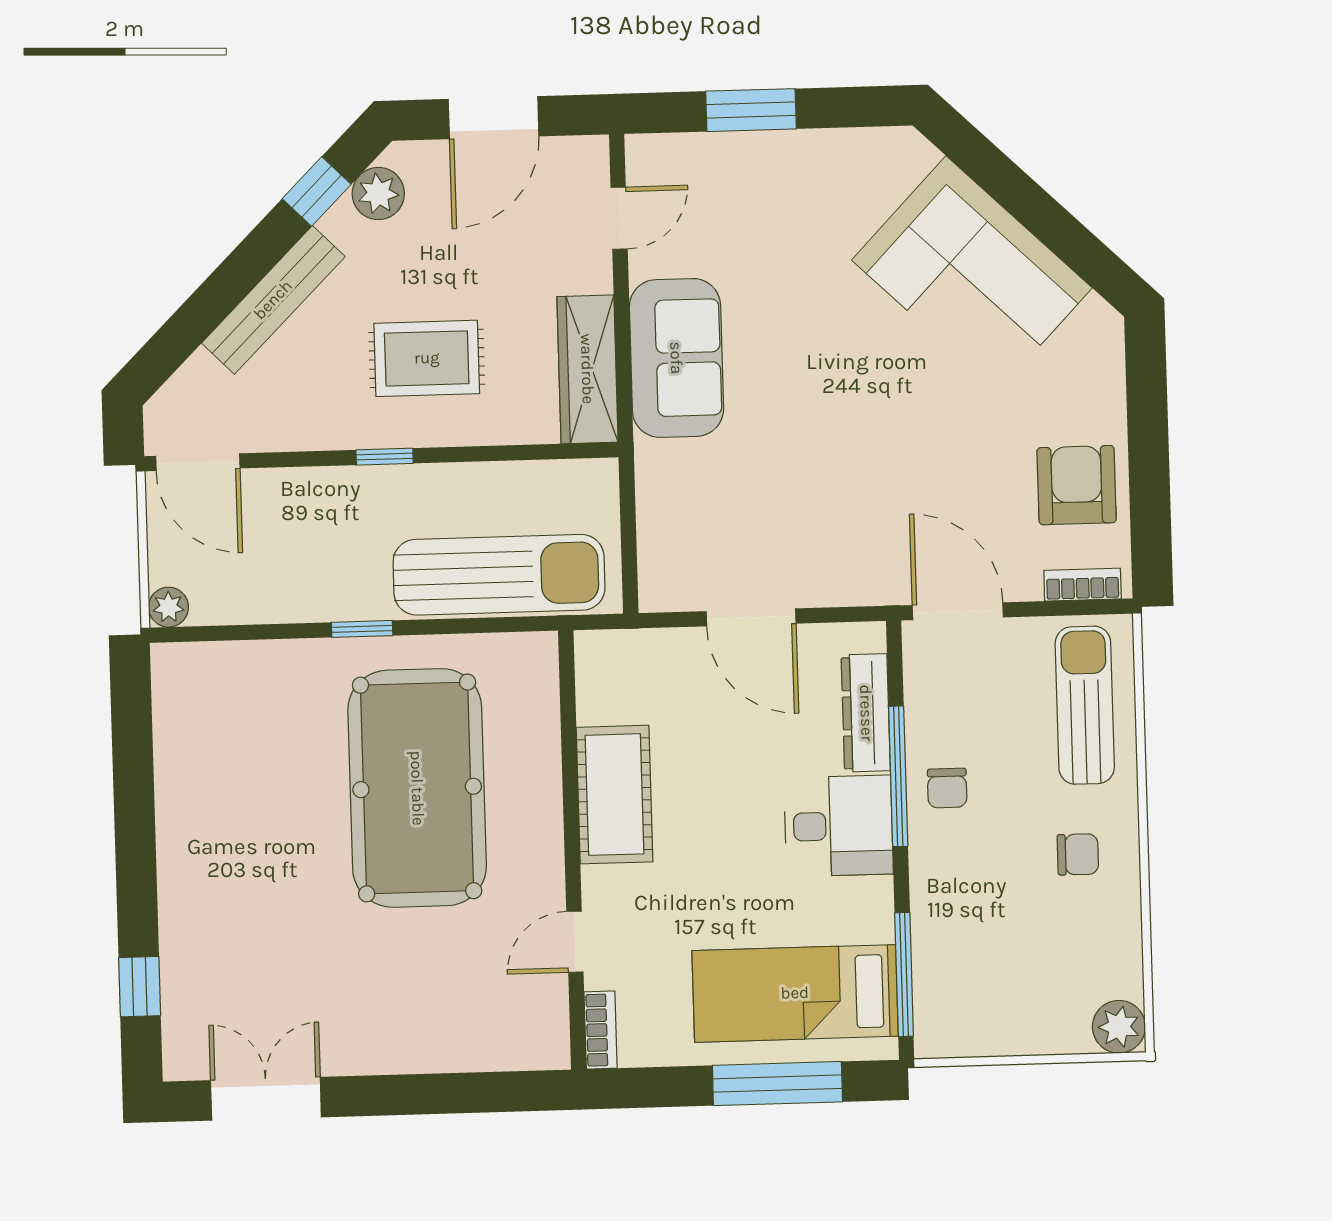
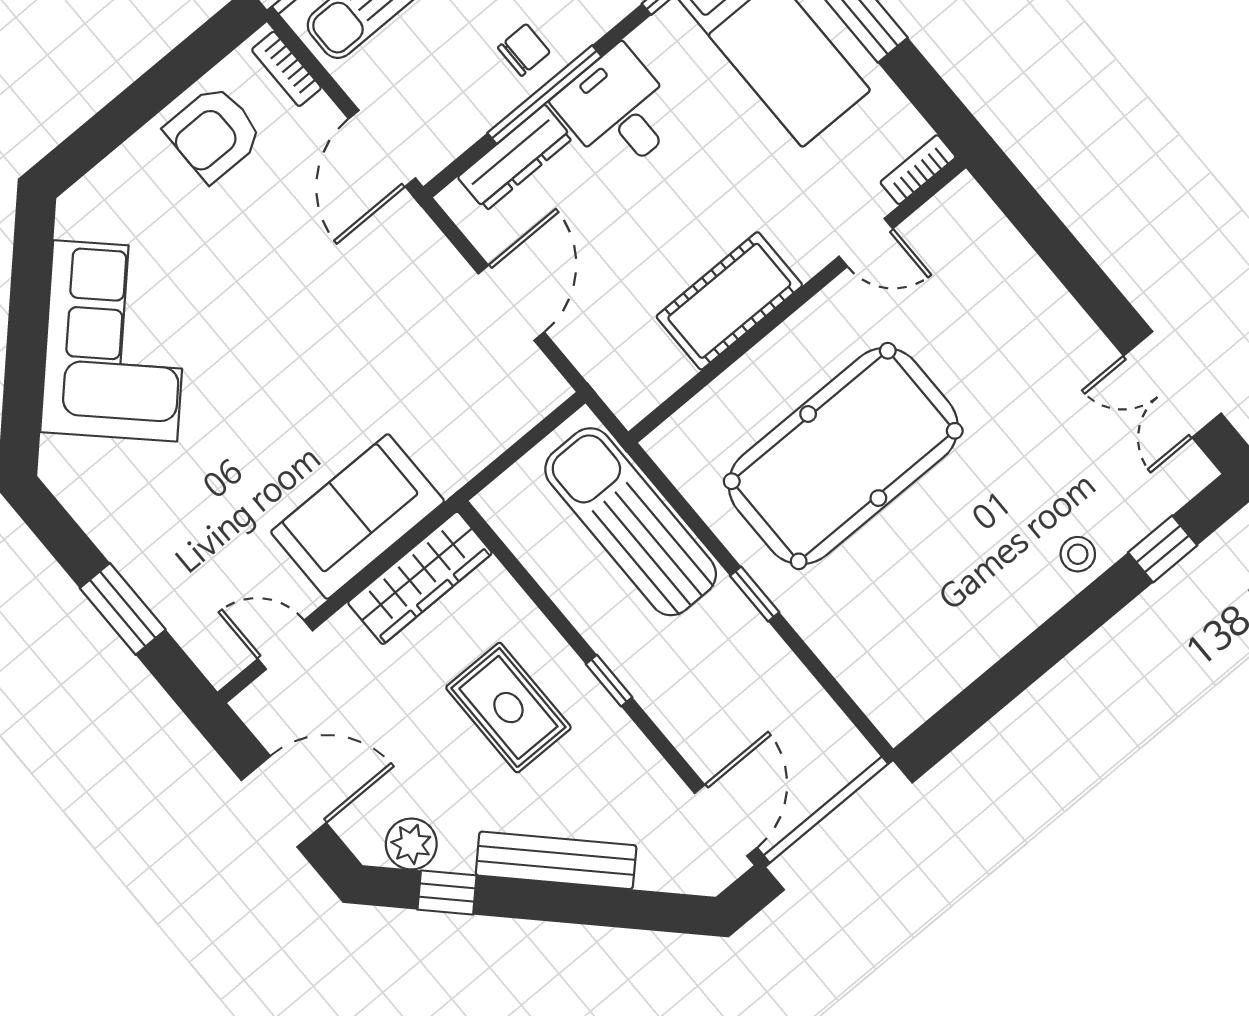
plant: (168, 607) -> (855, 755), removed
stool: (189, 915) -> (1078, 554), added

